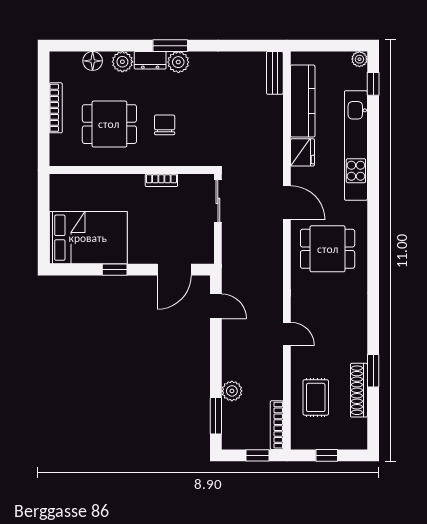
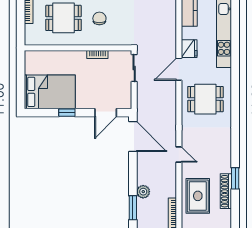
fridge: (302, 152) -> (189, 49), moved
door: (287, 203) -> (179, 69), swing flipped
door: (216, 306) -> (133, 136), width x1.87
rug: (316, 397) -> (198, 196), width x1.36, depth x1.43

